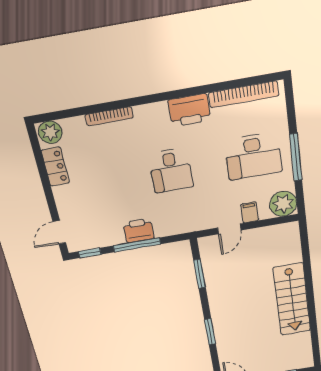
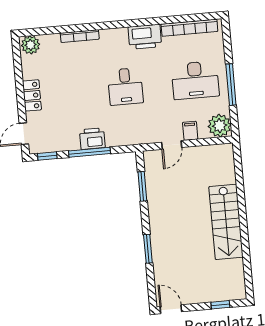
locker: (55, 167) -> (32, 95), moved

